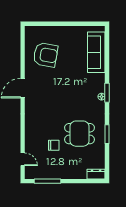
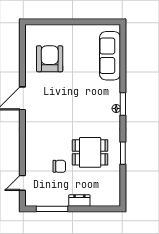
armchair: (46, 55) -> (50, 59), turned -100
door: (23, 159) -> (22, 183), swing flipped
dresser: (96, 174) -> (79, 201), moved

